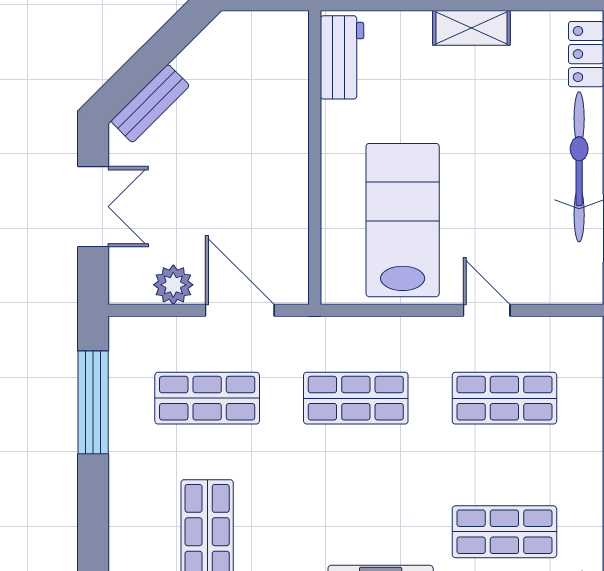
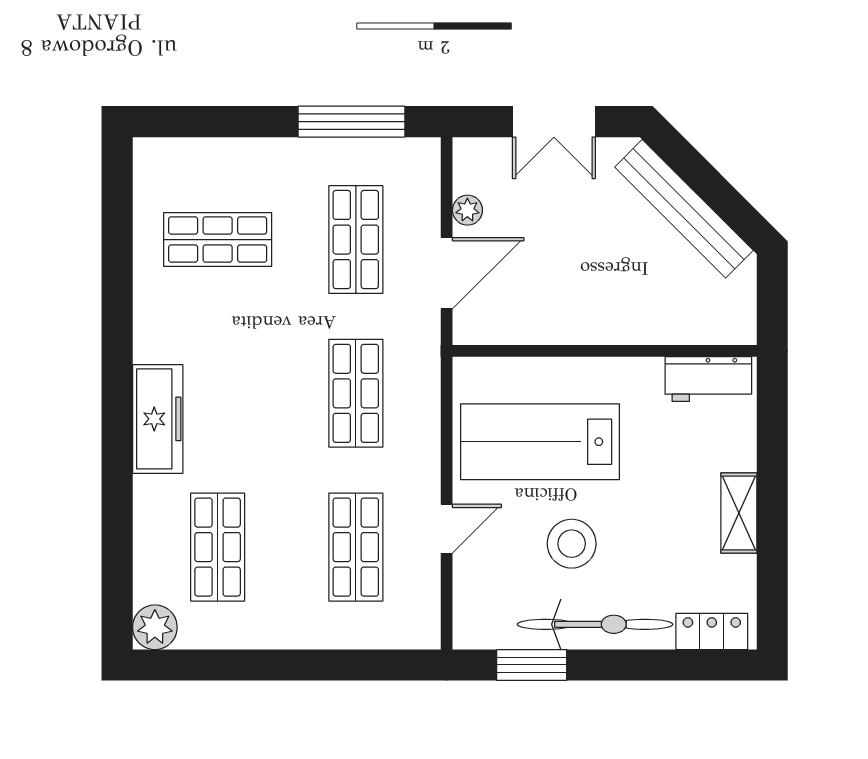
bench: (150, 103) -> (684, 209), width x1.86, depth x1.21
stool: (501, 190) -> (572, 544), added
lab bench: (403, 220) -> (540, 442), turned 180
plant: (173, 285) -> (467, 210), width x0.73, depth x0.73

